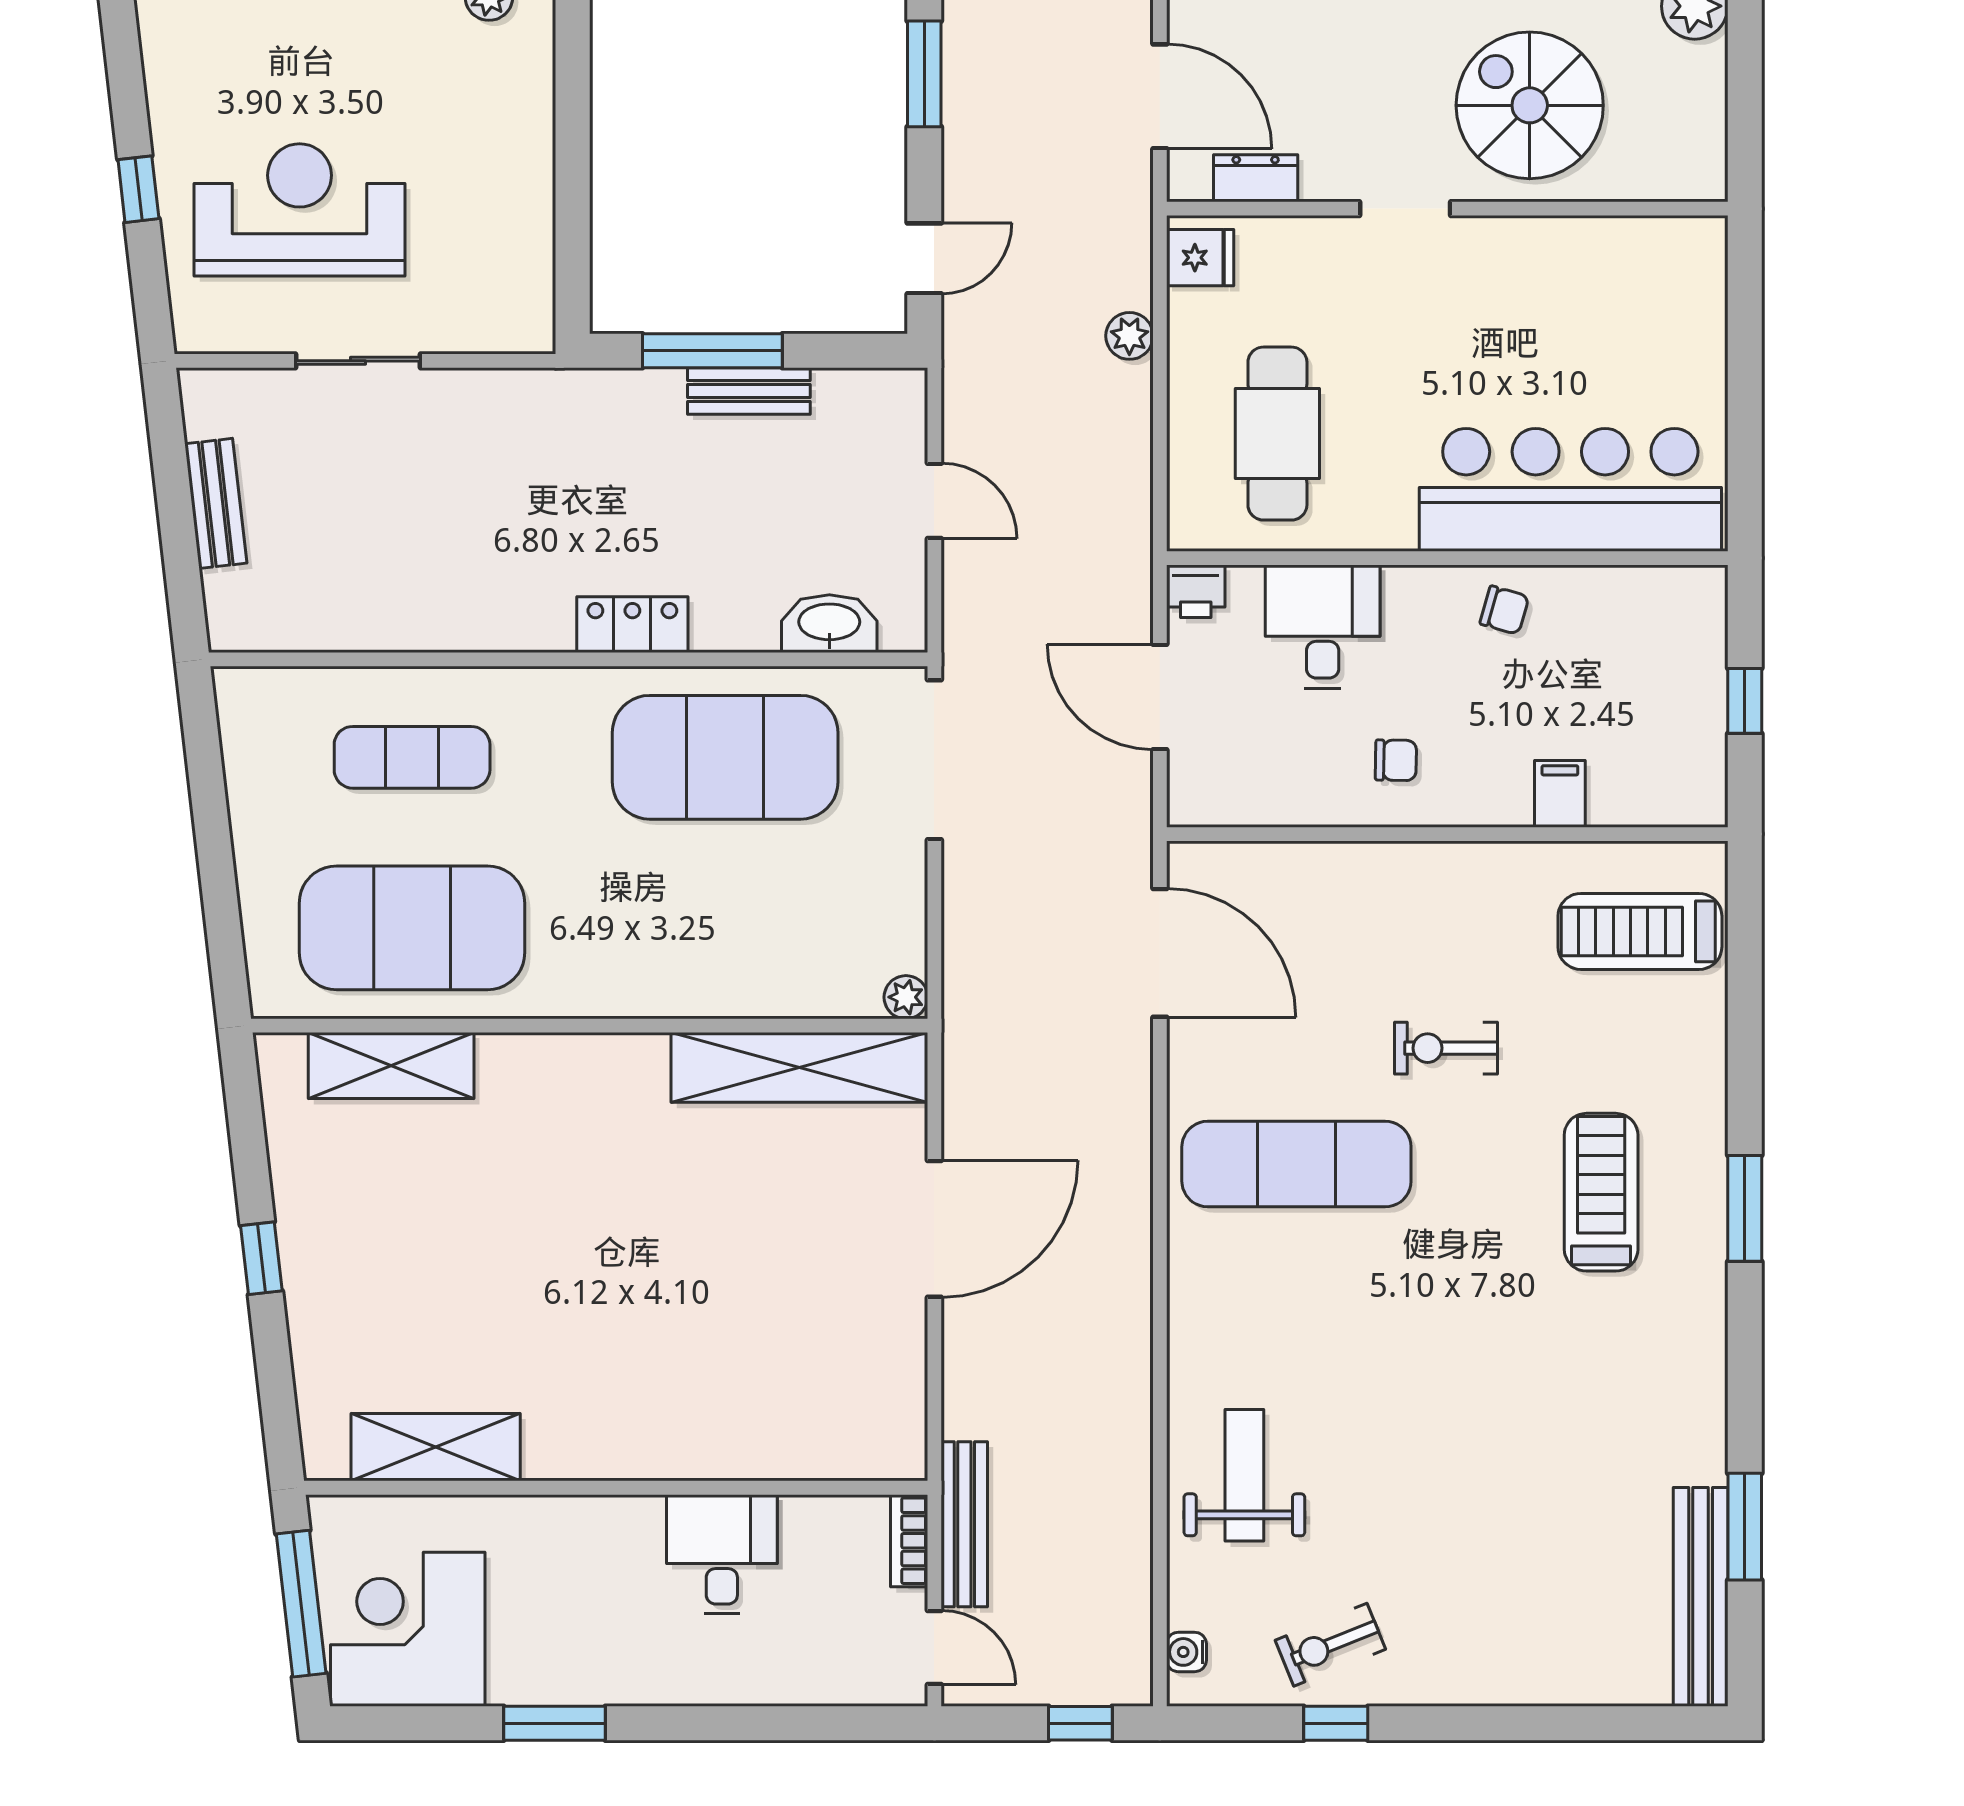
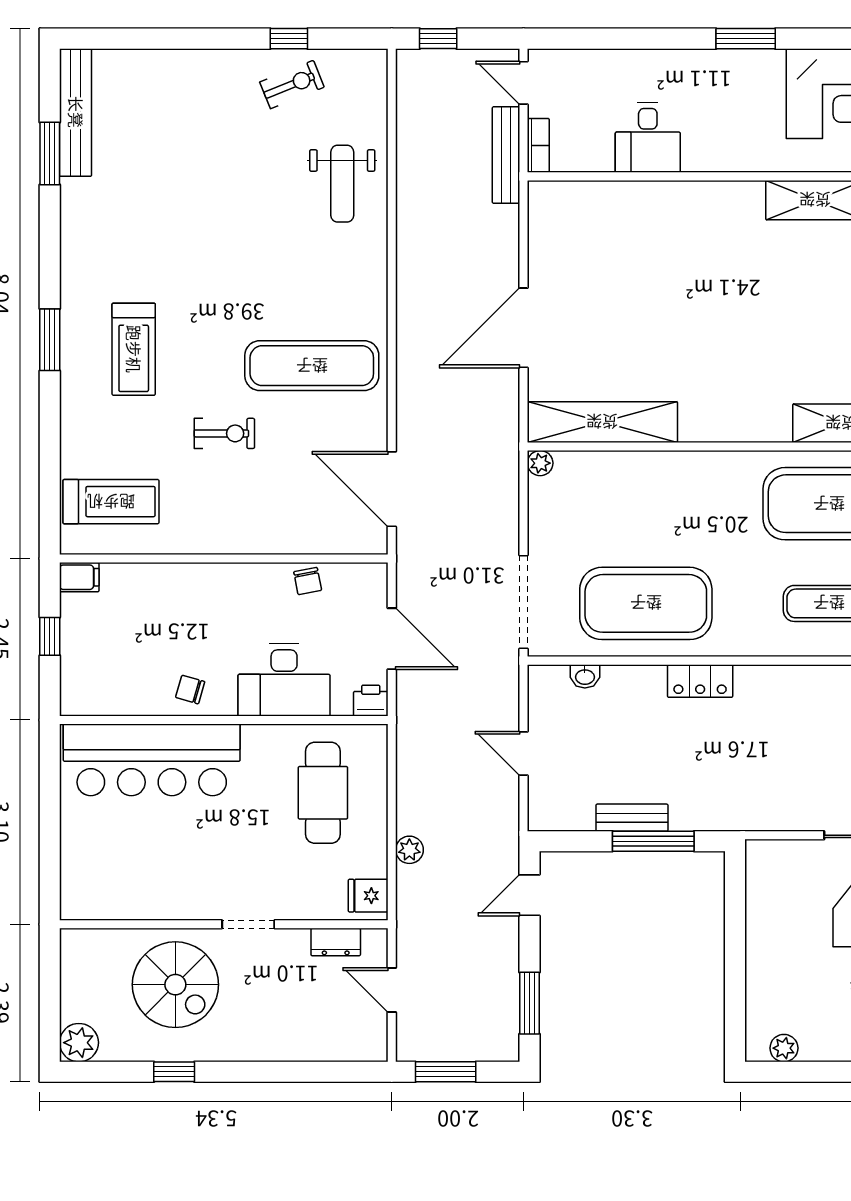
door: (1160, 96) -> (392, 990), width x0.73
washbasin: (829, 624) -> (585, 676), width x0.52, depth x0.69
desk: (1323, 626) -> (284, 680), width x1.37
chair: (1396, 760) -> (308, 581), moved, turned -102
filing cabinet: (1560, 794) -> (79, 577), moved, turned -90
water cooler: (1186, 1652) -> (376, 80), removed

